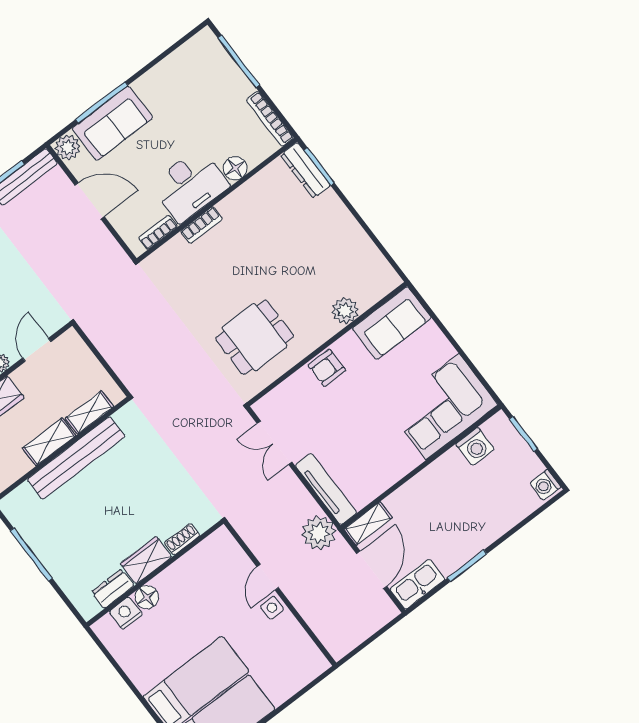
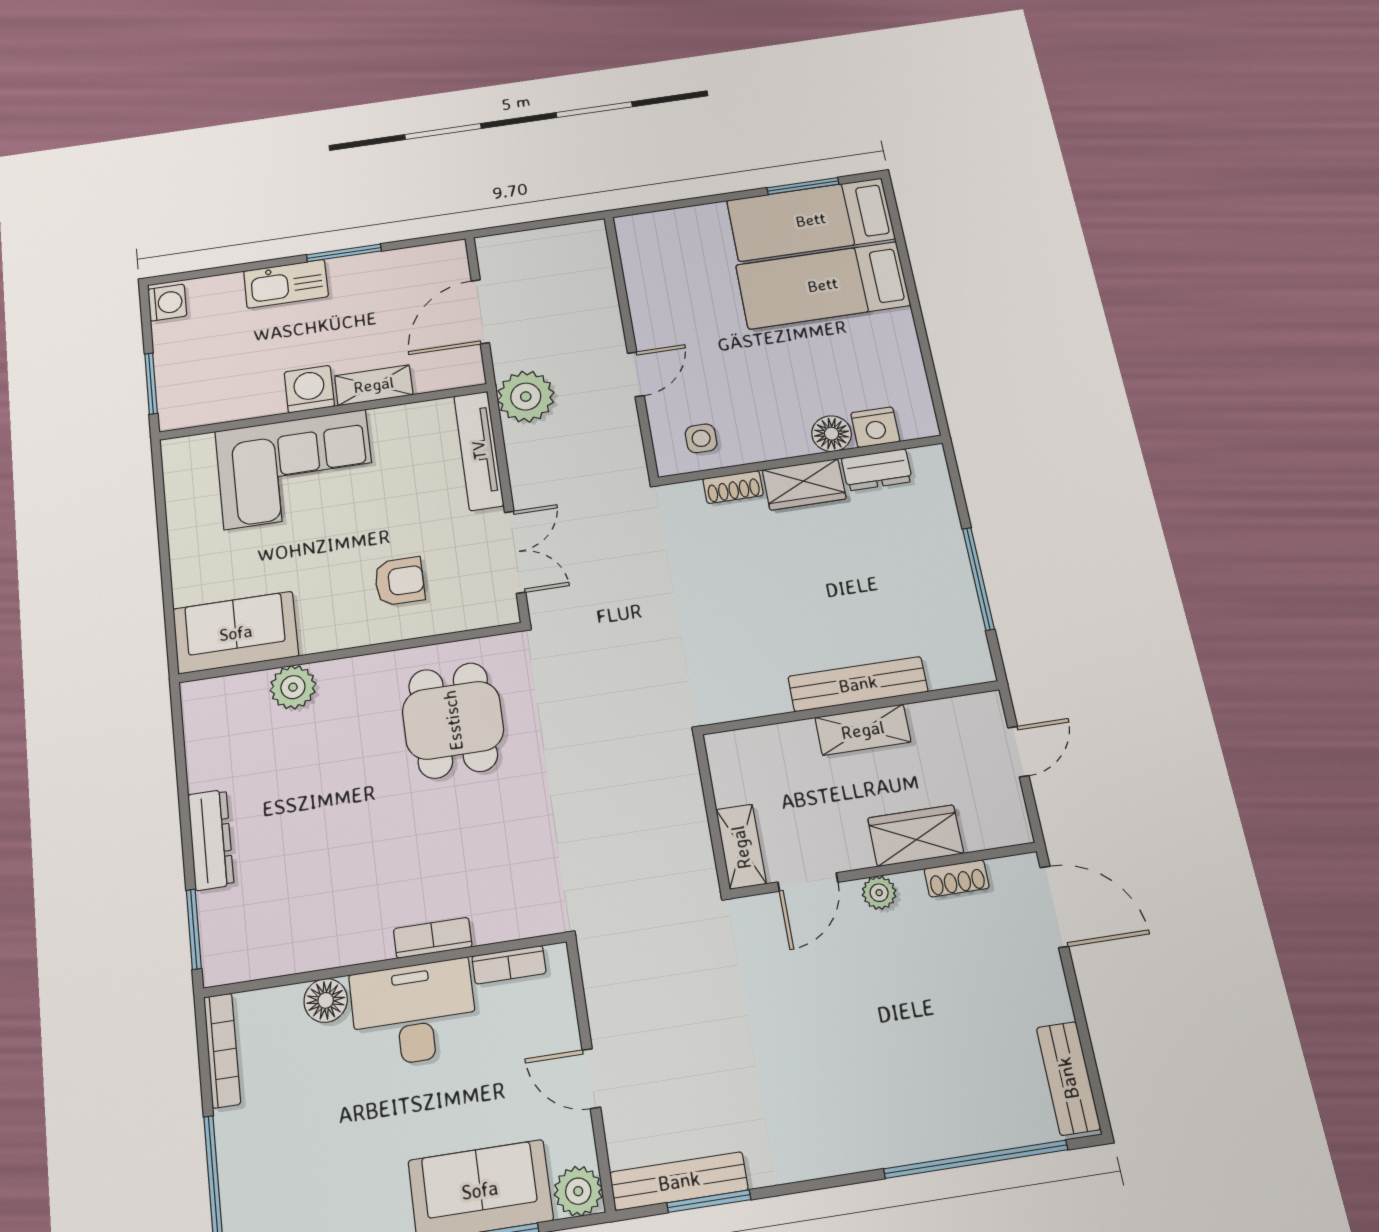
dresser: (305, 170) -> (211, 840), moved
door: (90, 201) -> (591, 1079), width x0.73
dining table: (255, 337) -> (453, 720), turned 90
armchair: (327, 368) -> (399, 581), moved
corner sofa: (443, 407) -> (295, 469), moved
shelving: (89, 412) -> (741, 847), moved, turned 90
washing machine: (475, 447) -> (309, 389), moved
bench: (76, 458) -> (858, 684), width x0.73, depth x0.82
shelving: (368, 524) -> (374, 385), moved
kitchen sink: (417, 584) -> (286, 284), moved
side table: (272, 608) -> (701, 438), moved

